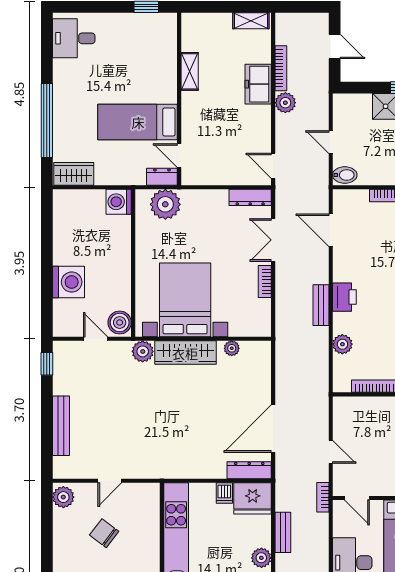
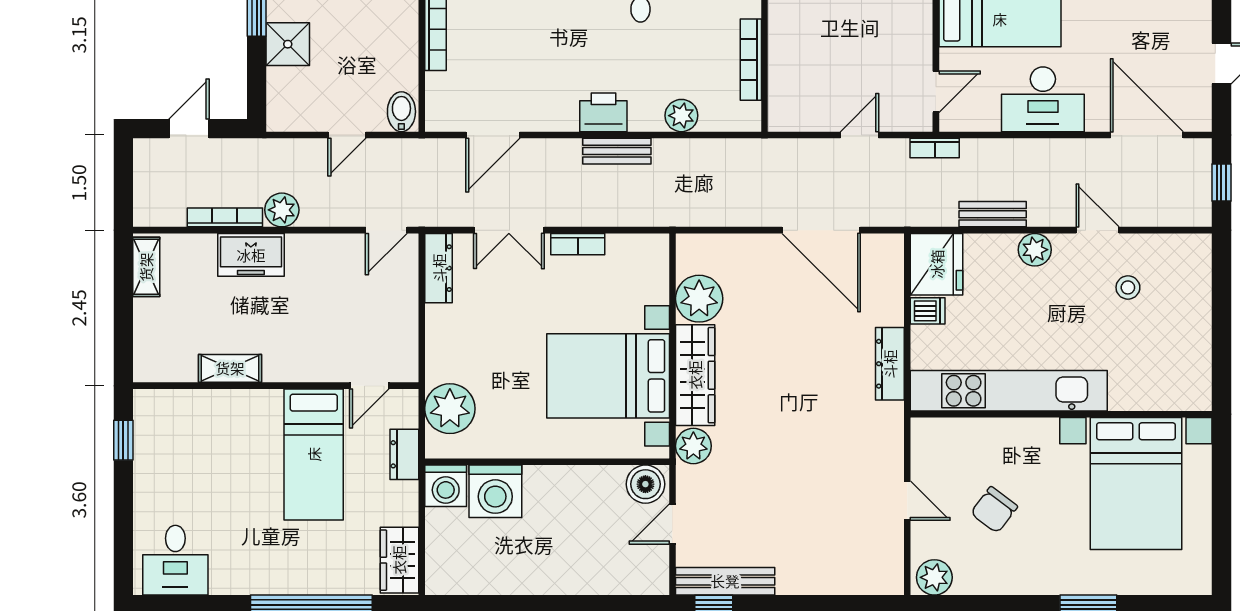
dresser: (162, 177) -> (404, 454), moved
washing machine: (68, 282) -> (495, 491), moved, turned 180
plant: (232, 348) -> (699, 299), width x1.88, depth x1.88
bench: (61, 426) -> (725, 581), moved
dresser: (249, 470) -> (890, 364), moved

